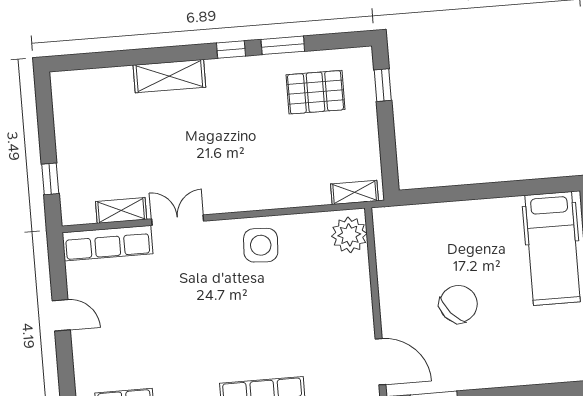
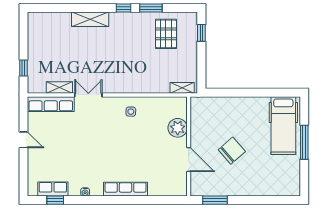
pallet: (316, 92) -> (166, 34), turned 90
plant: (349, 235) -> (178, 128), moved
side table: (261, 245) -> (131, 112), width x0.54, depth x0.54
door: (381, 362) -> (189, 160), moved

